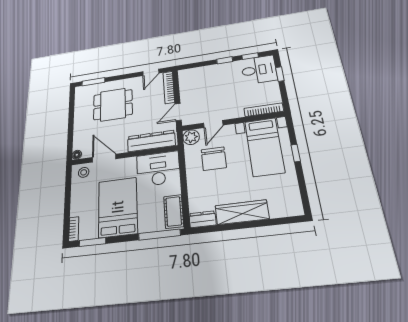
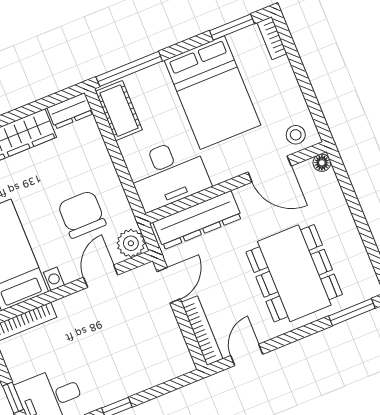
dining table: (113, 105) -> (294, 273), width x1.38

